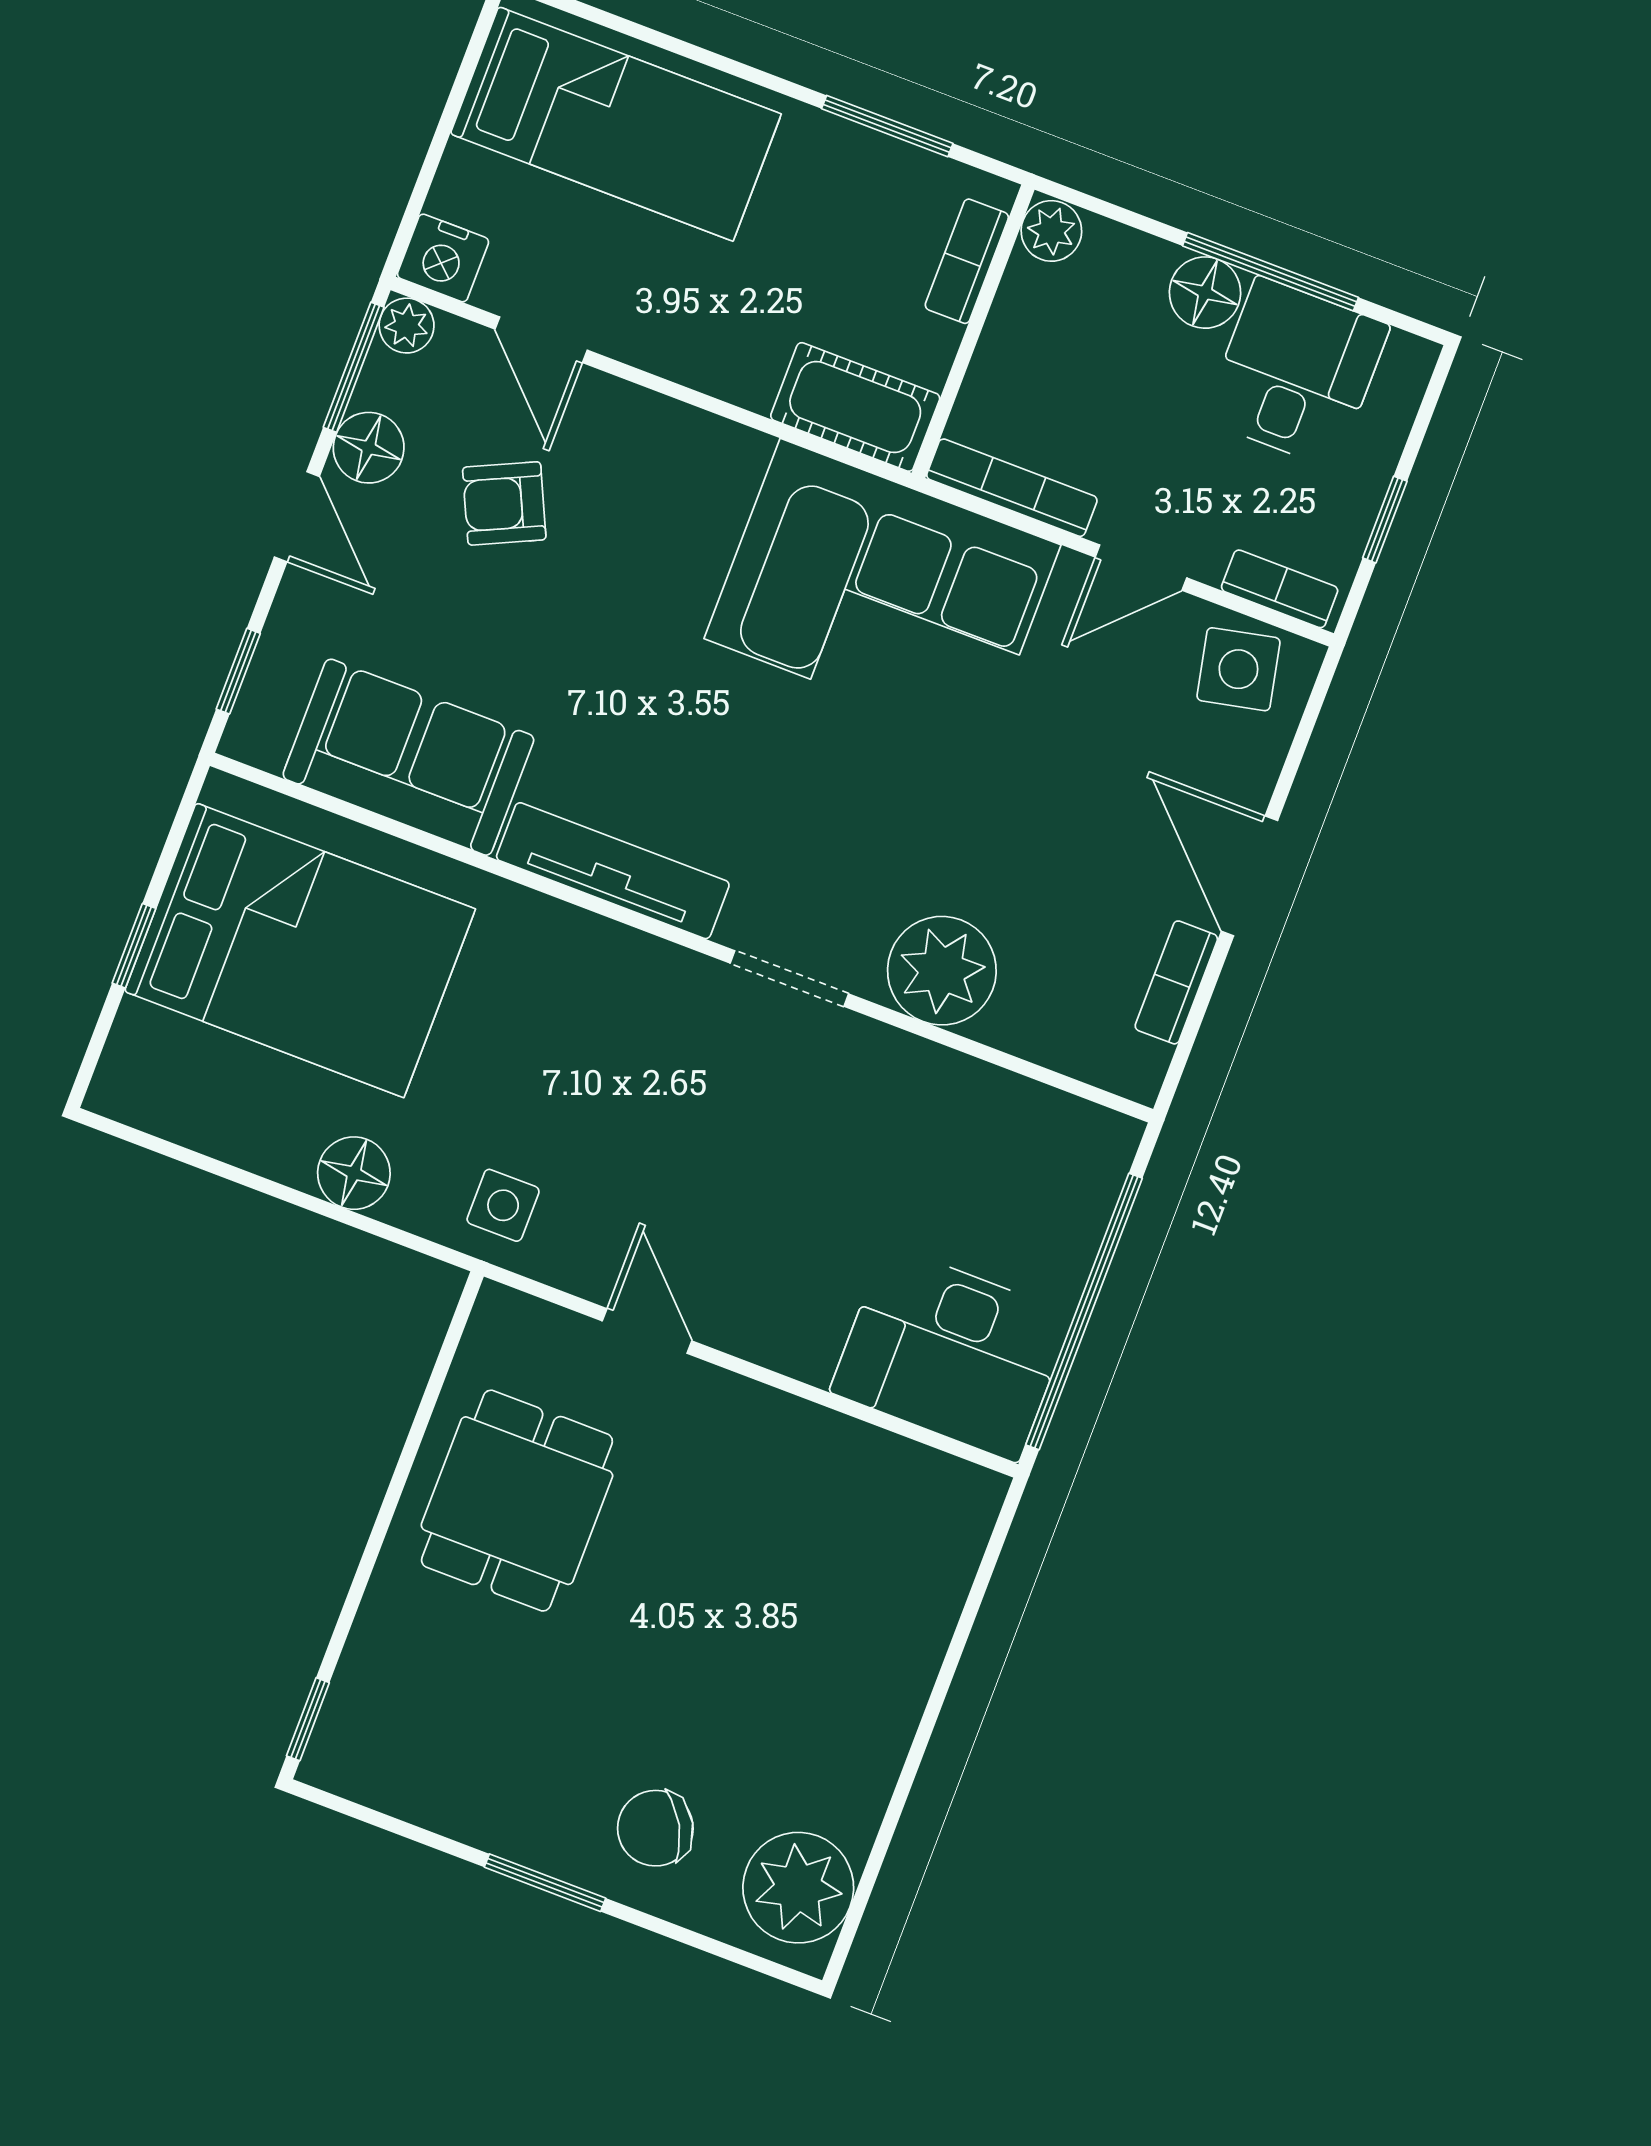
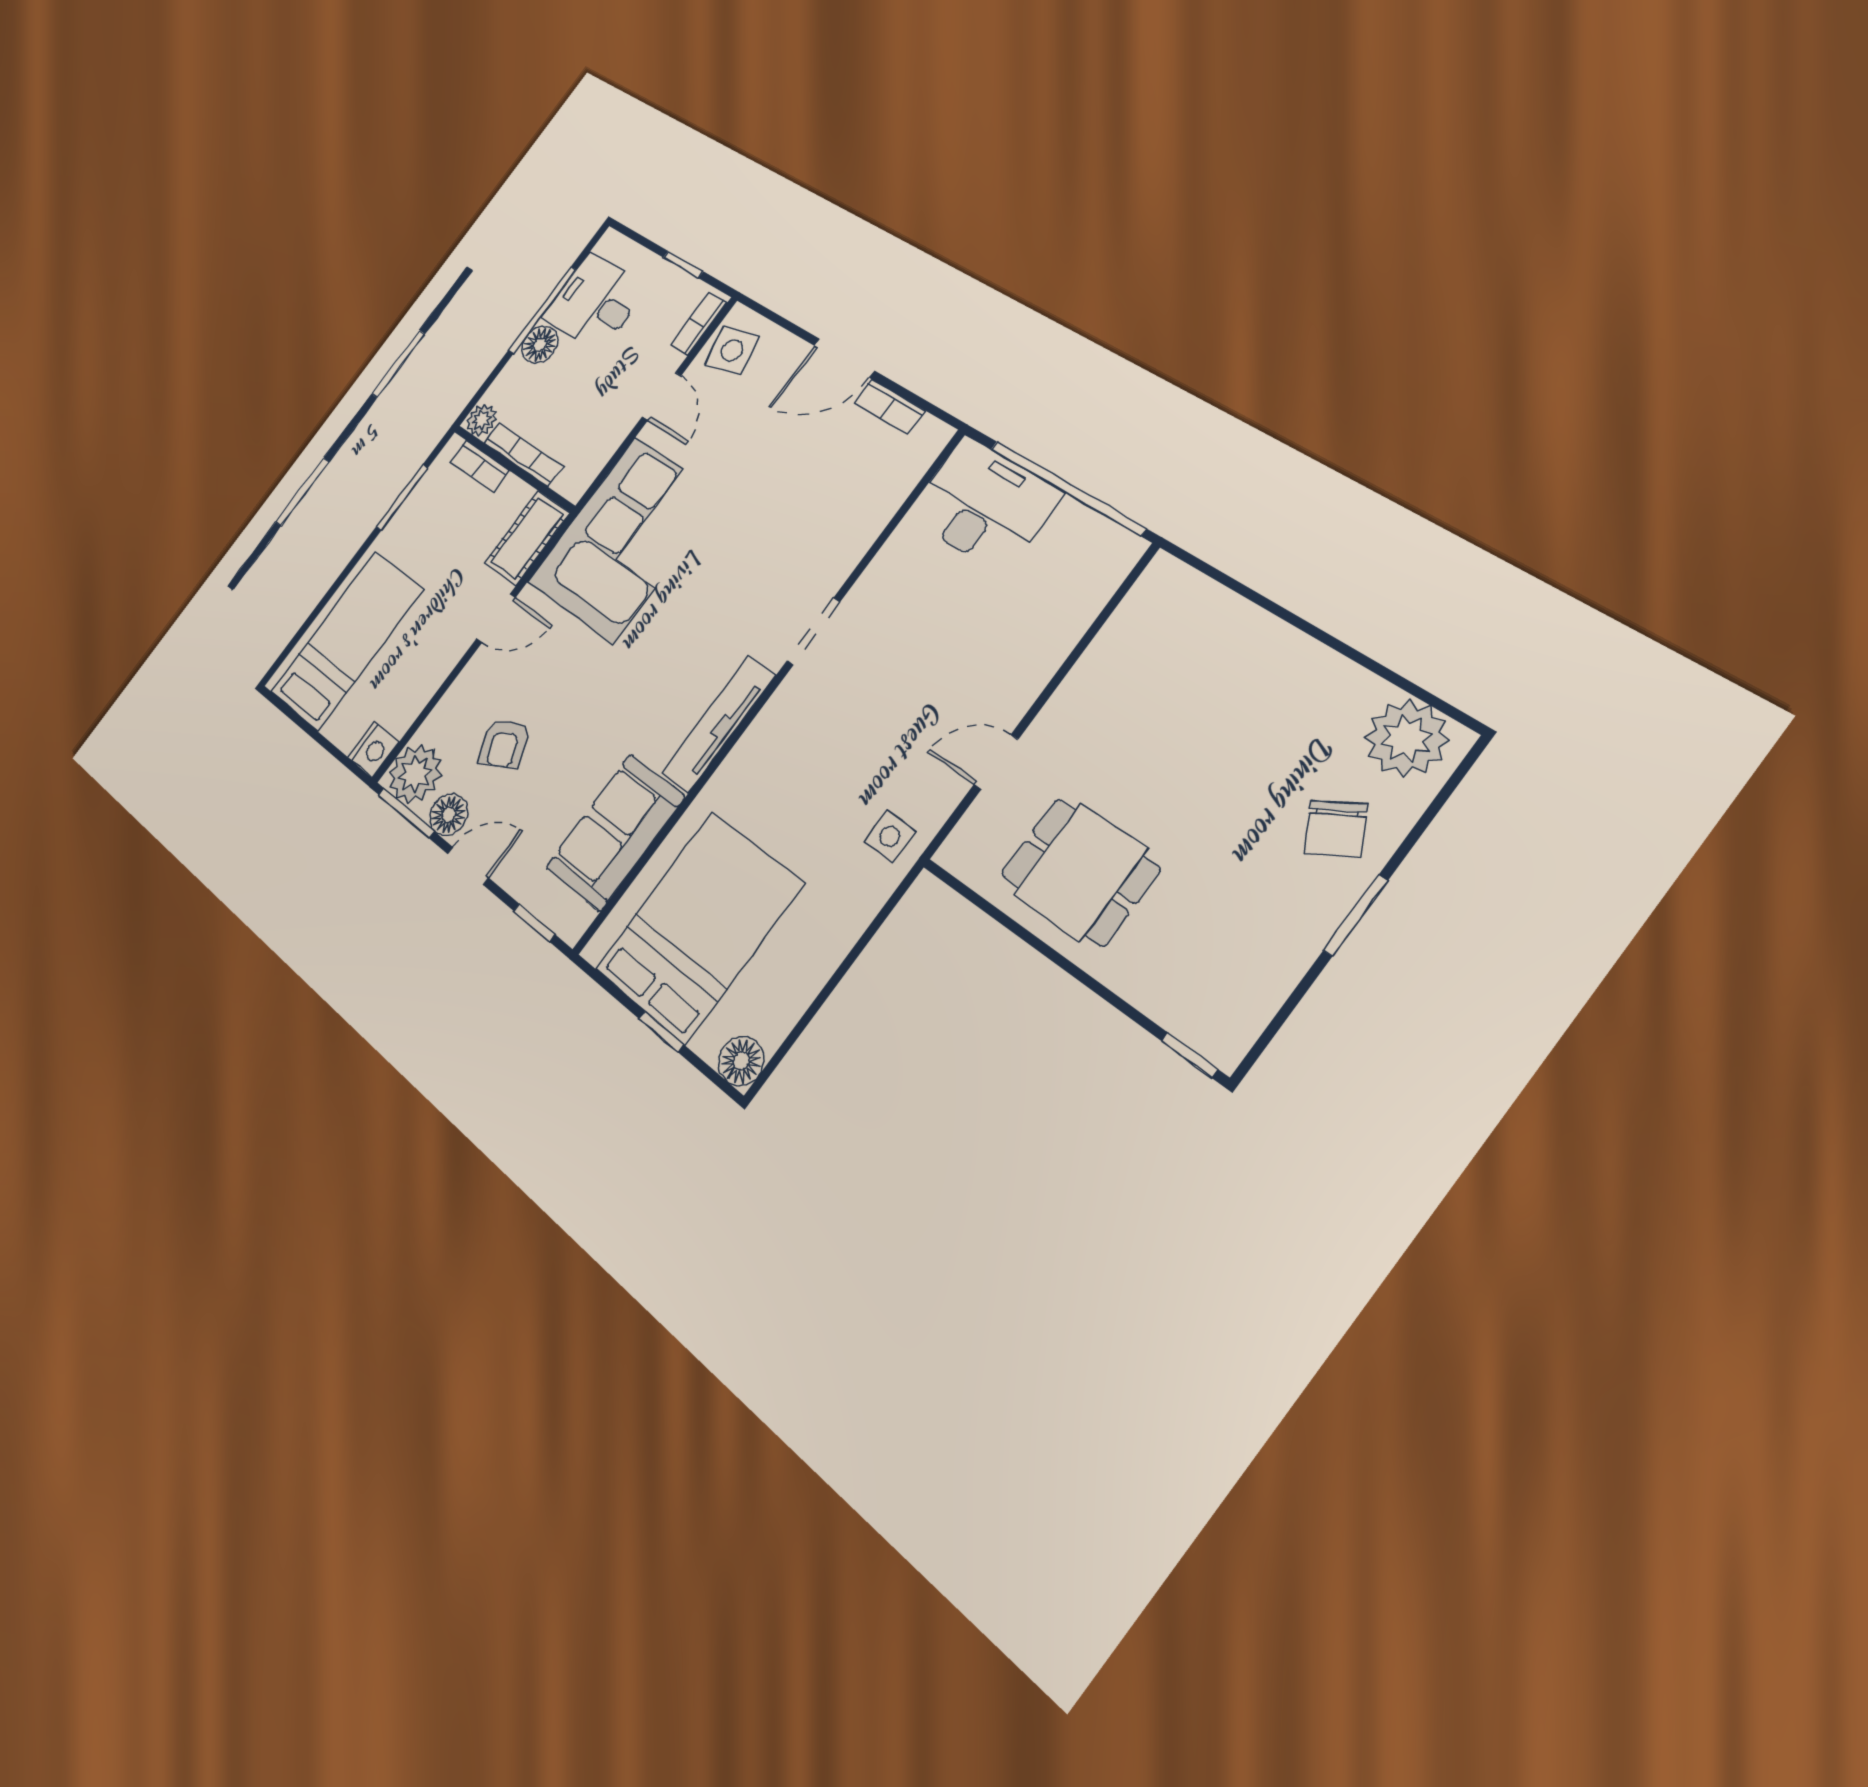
plant: (407, 326) -> (415, 774), width x1.87, depth x1.87
door: (541, 340) -> (496, 618), moved
bookcase: (1012, 488) -> (523, 455), moved, turned 90
plant: (942, 971) -> (839, 541), removed
floor lamp: (354, 1173) -> (741, 1061), moved
desk: (952, 1353) -> (984, 505), moved, turned -90

